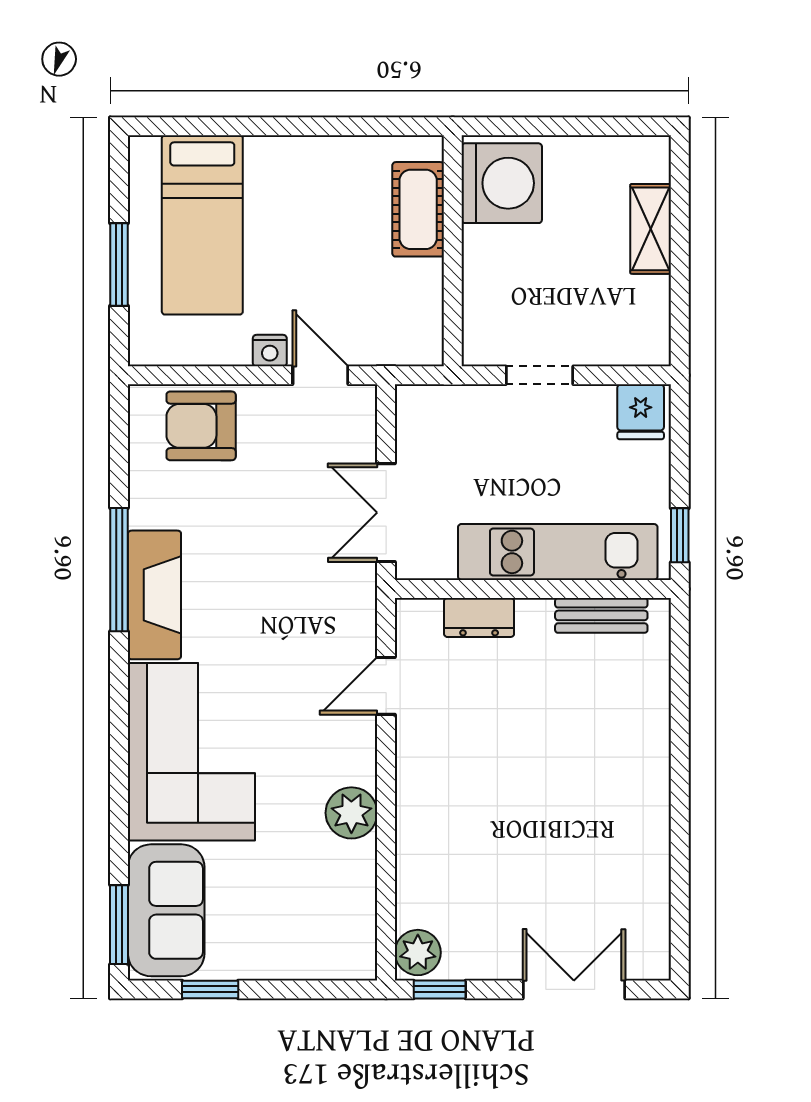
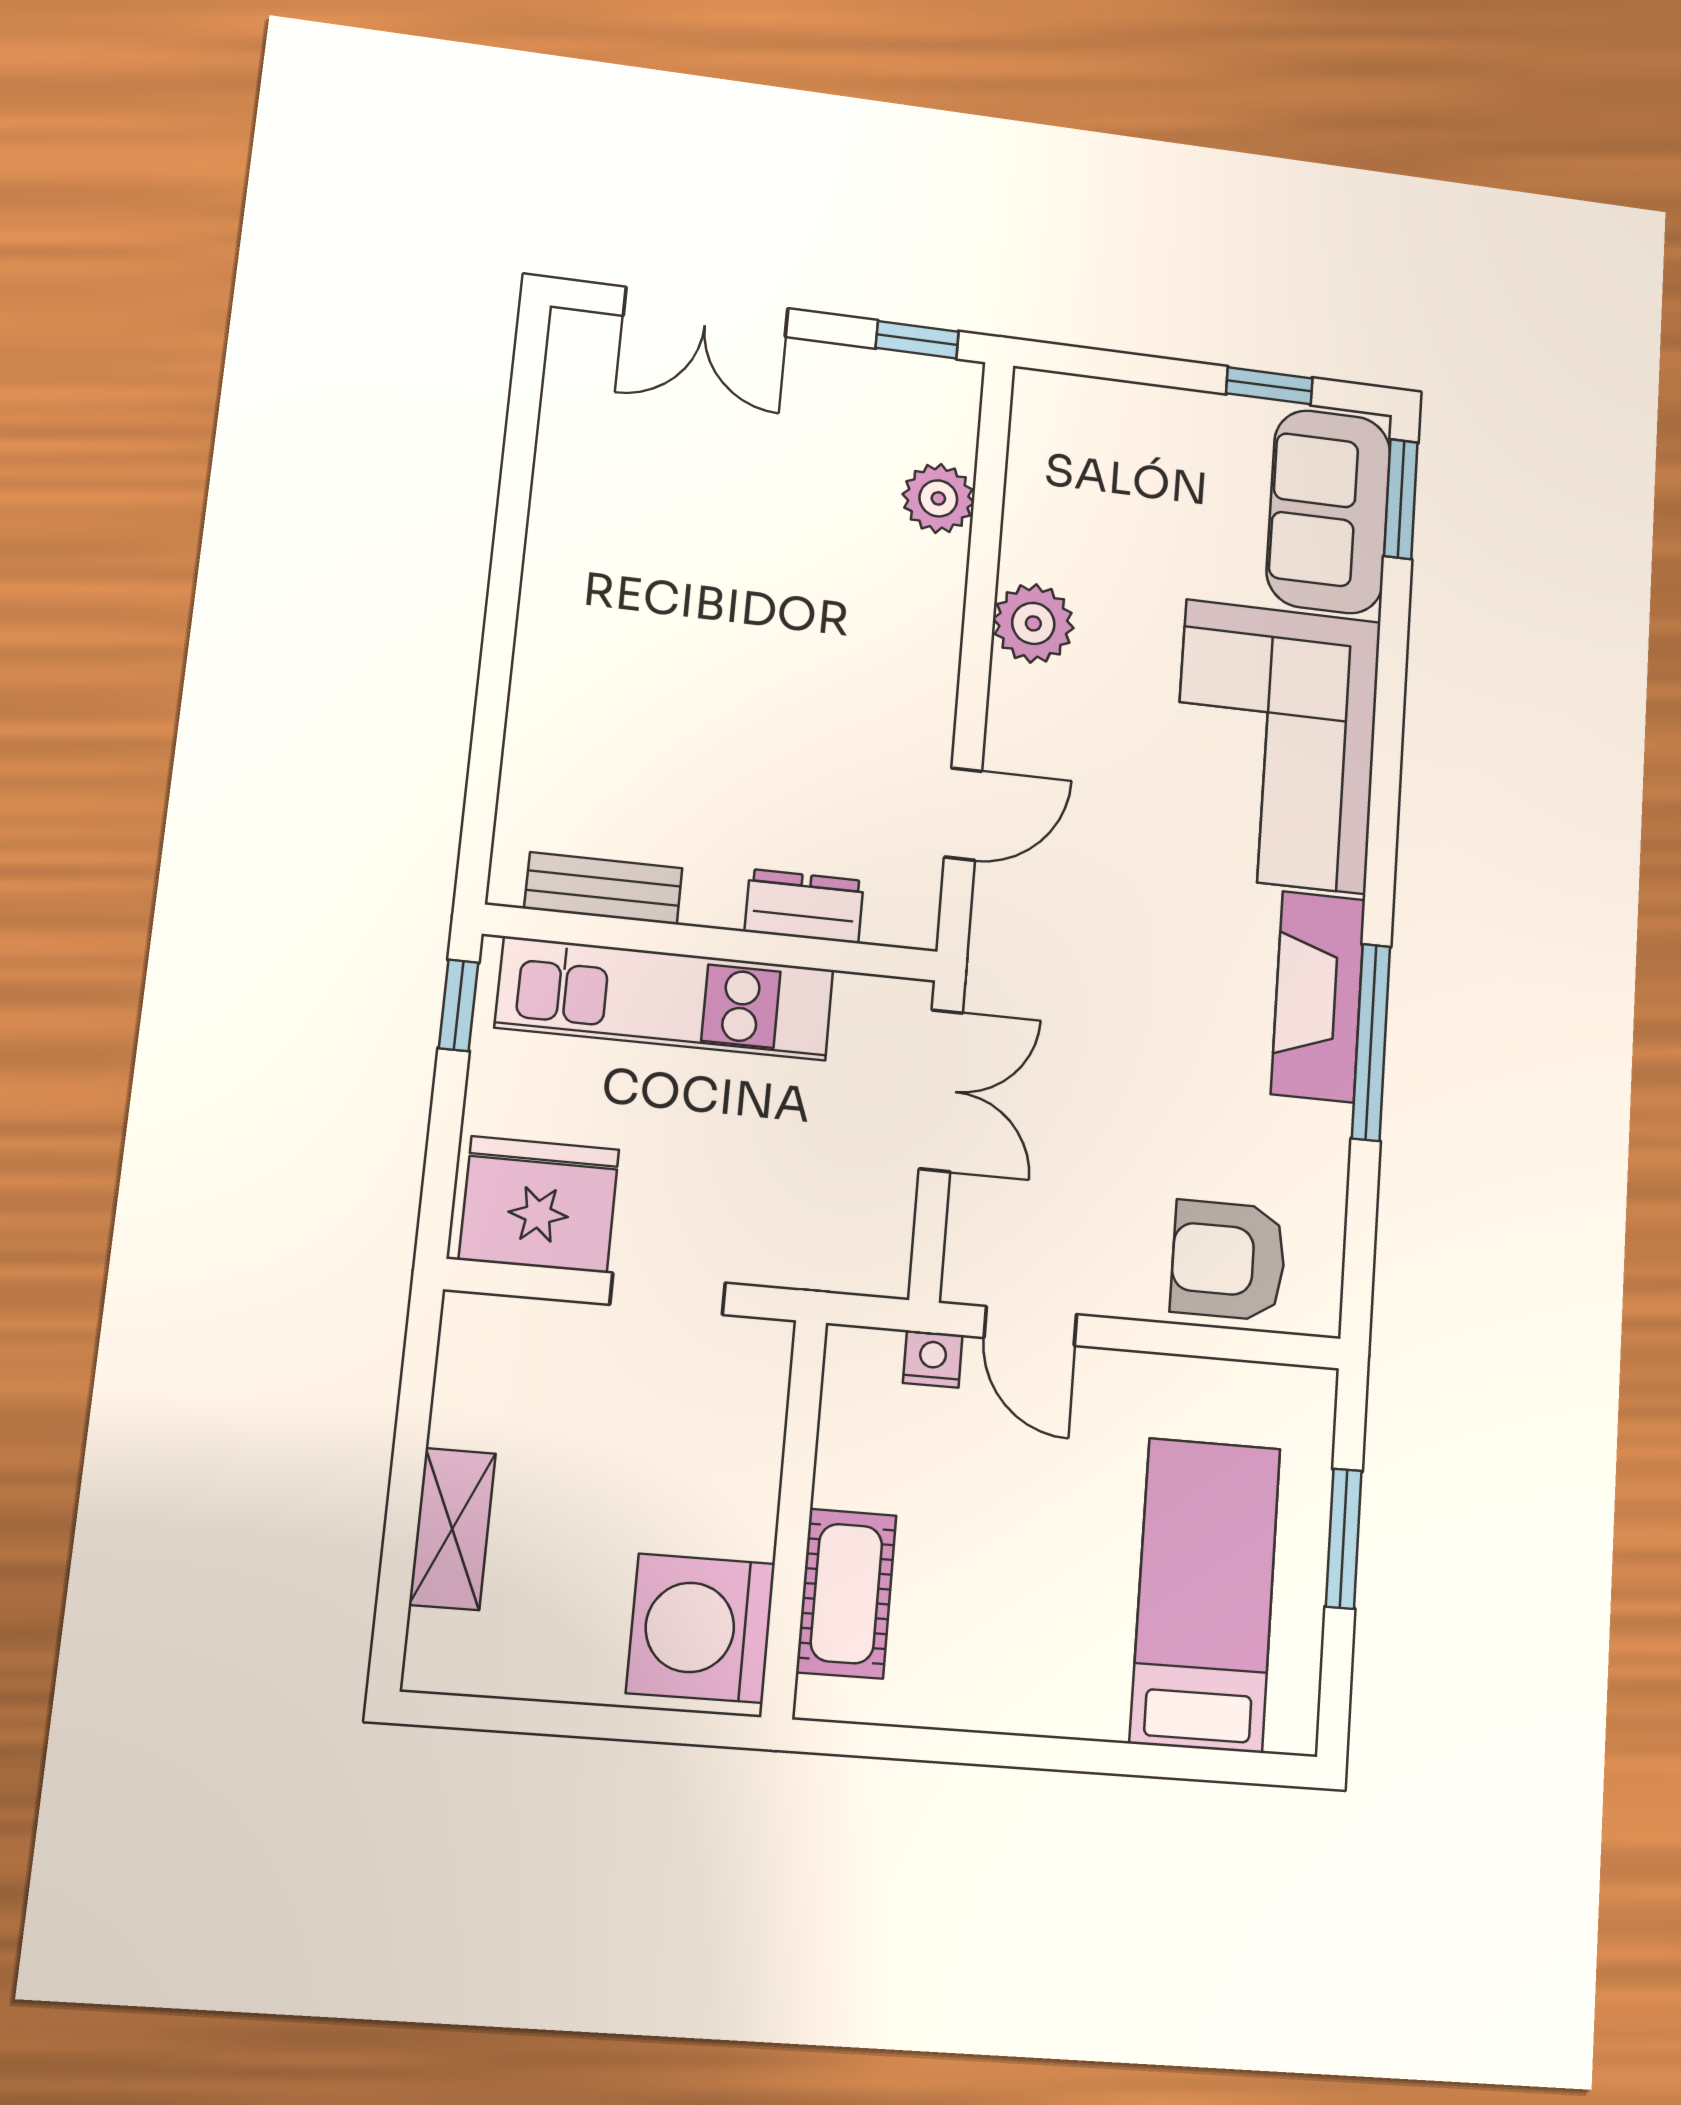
nightstand: (270, 351) -> (933, 1359), moved
fridge: (641, 412) -> (539, 1204), width x1.88, depth x1.34
armchair: (201, 426) -> (1228, 1260), turned 180
plant: (418, 953) -> (938, 498), moved

